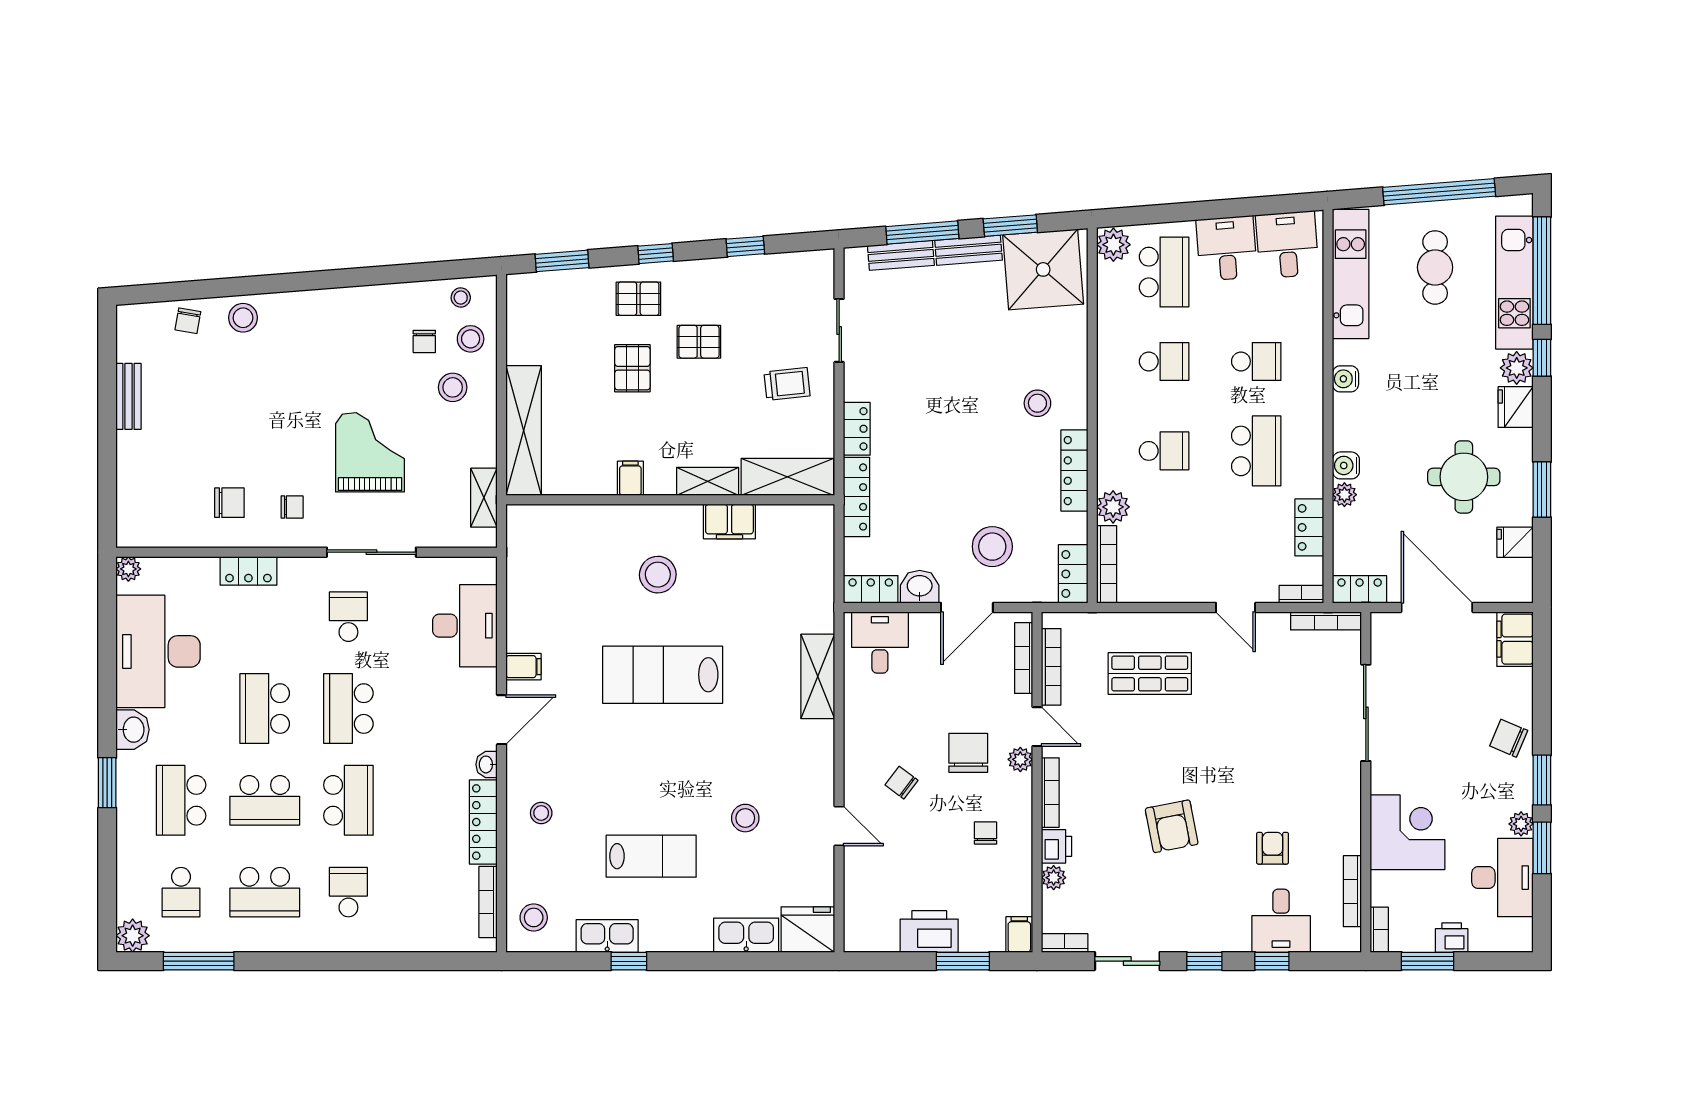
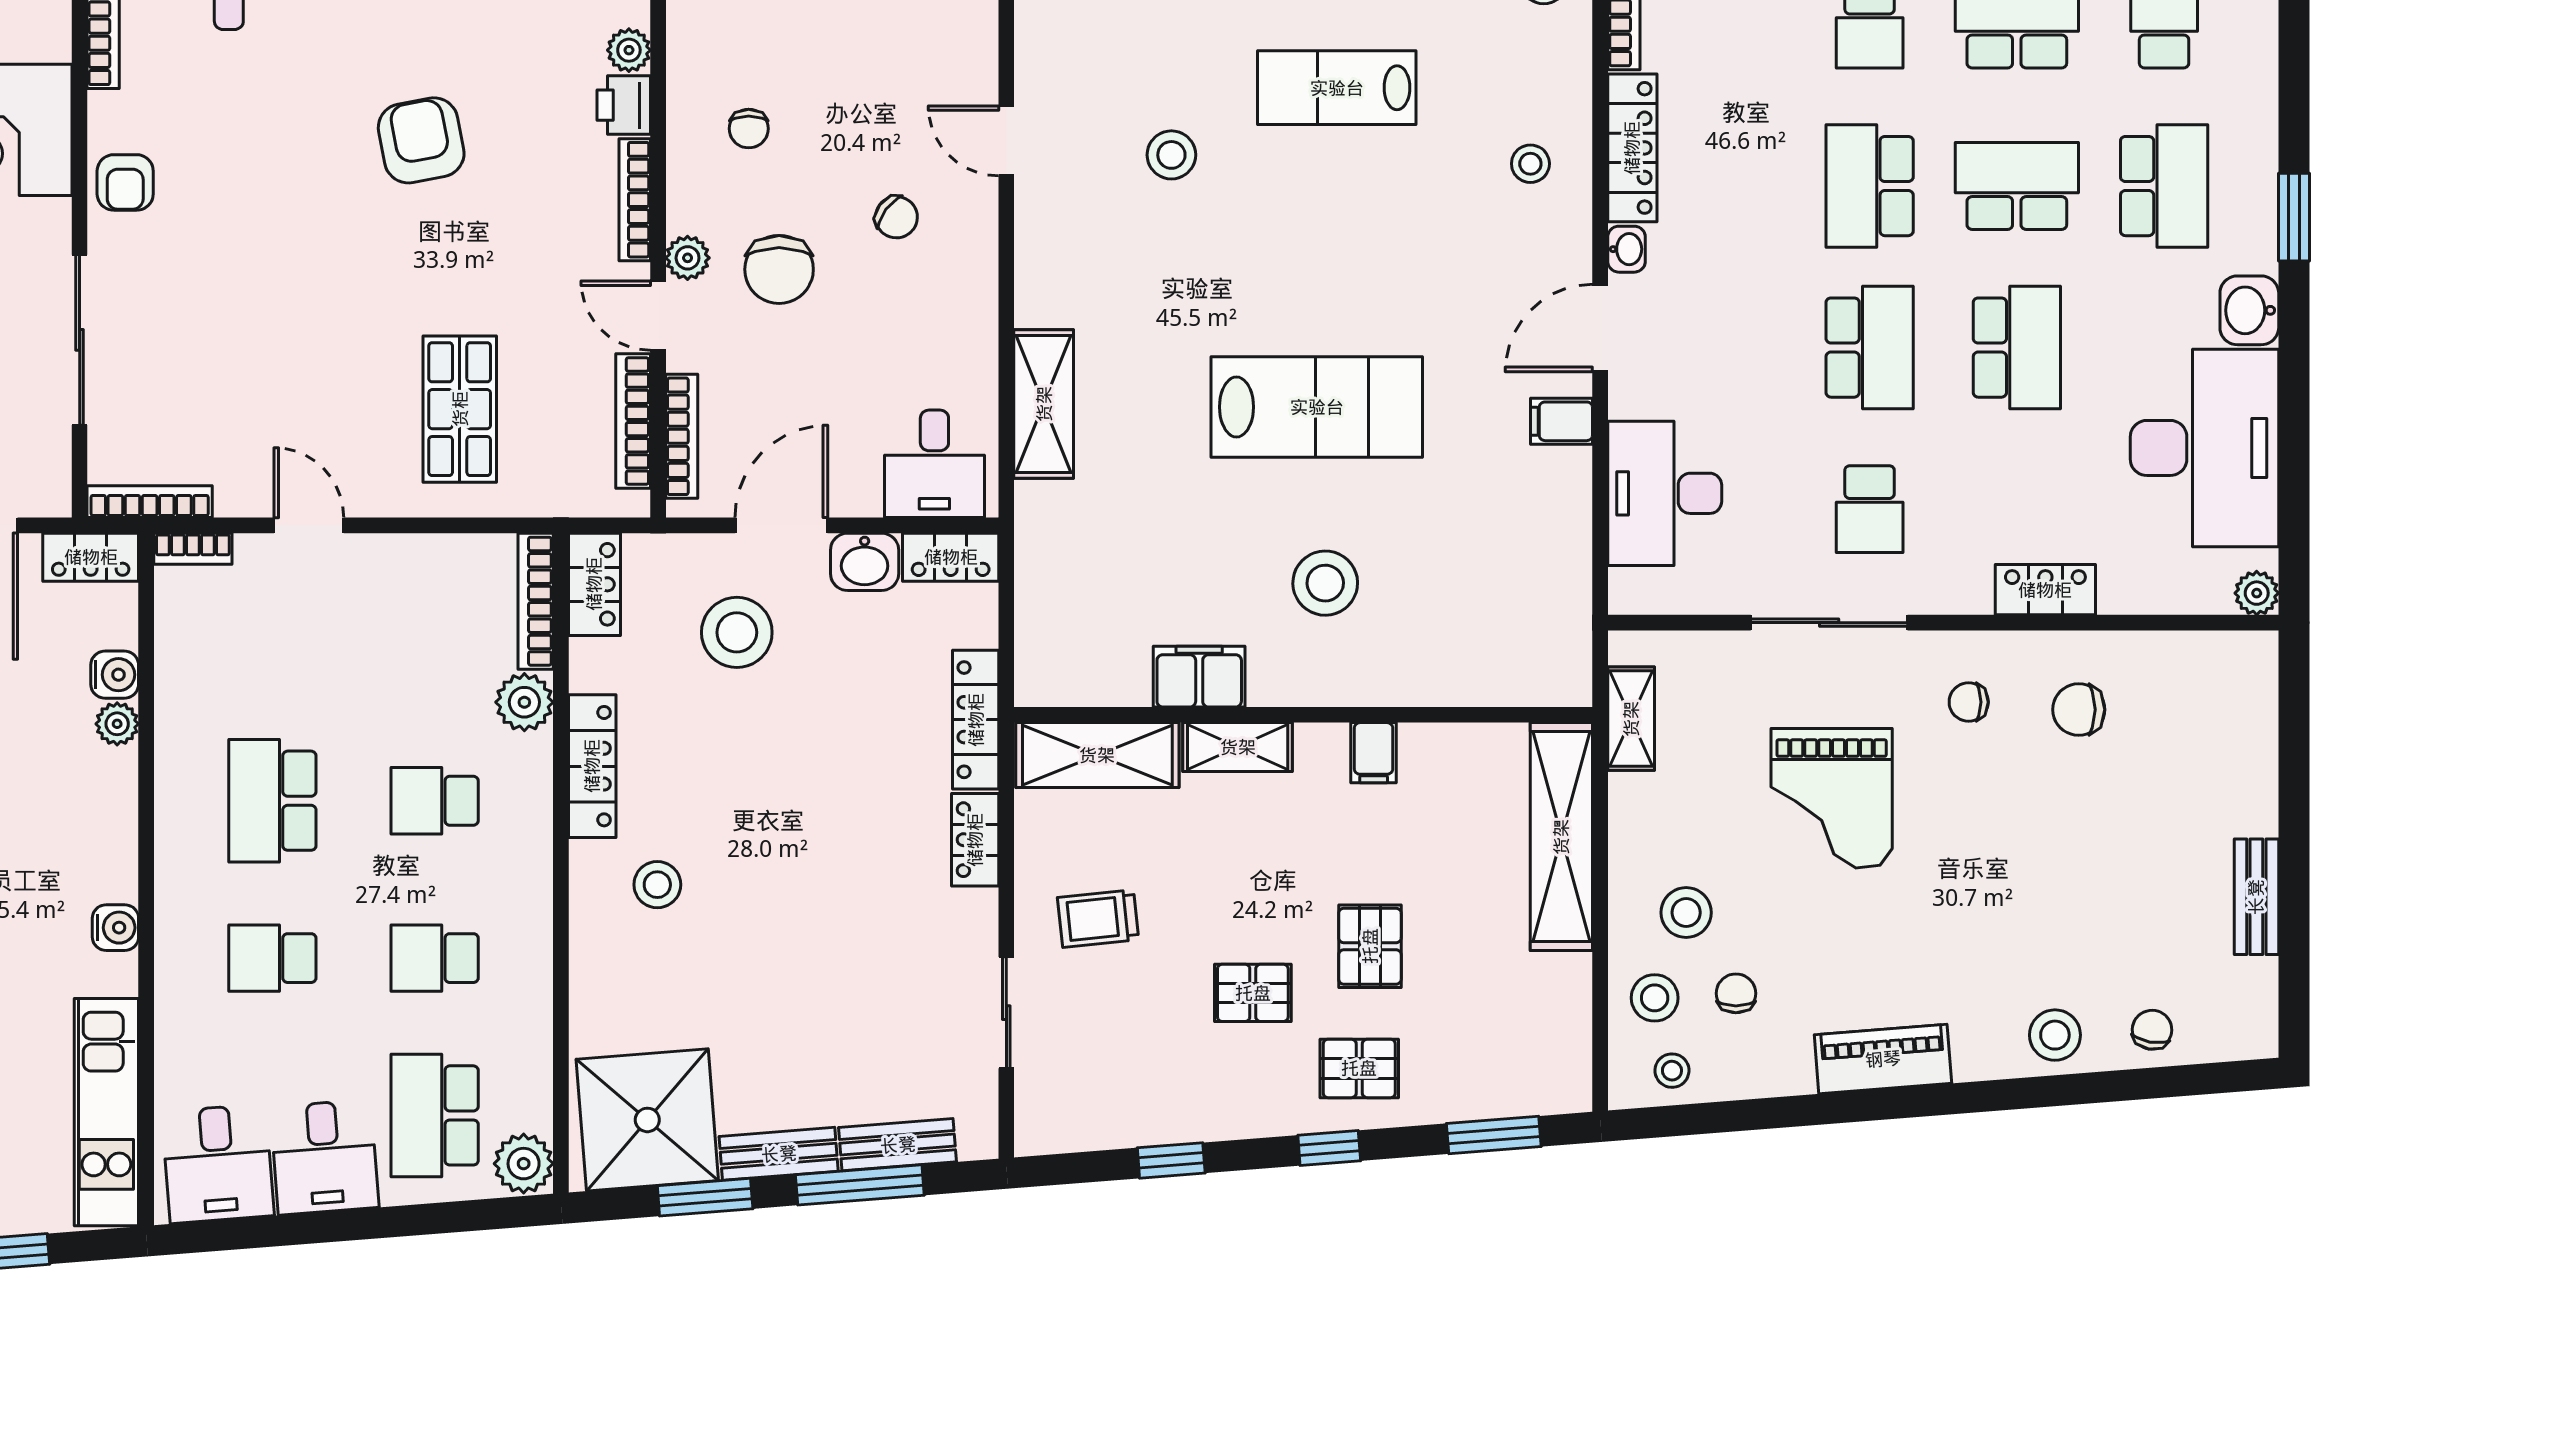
piano: (341, 304) -> (1883, 1059), added
water cooler: (1346, 465) -> (115, 675), moved
locker: (1309, 527) -> (179, 666), removed
shop shelf: (1150, 674) -> (460, 409), turned 90
armchair: (1273, 848) -> (125, 182), moved

